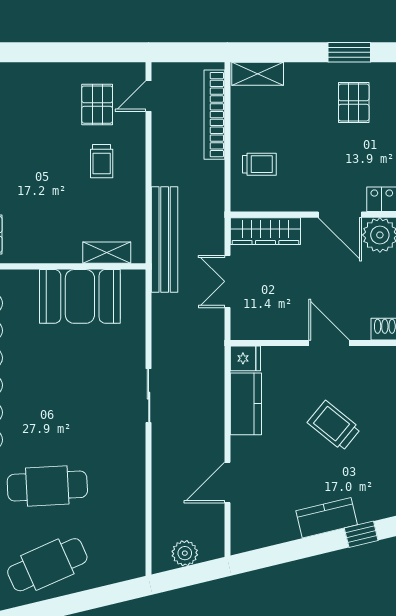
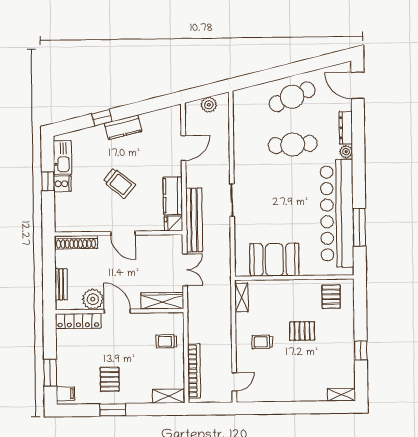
pallet: (97, 105) -> (302, 331), moved, turned 90
trolley: (102, 161) -> (262, 342), turned -90
bench: (165, 240) -> (194, 220), moved
shelving: (107, 253) -> (242, 298), moved, turned 90

